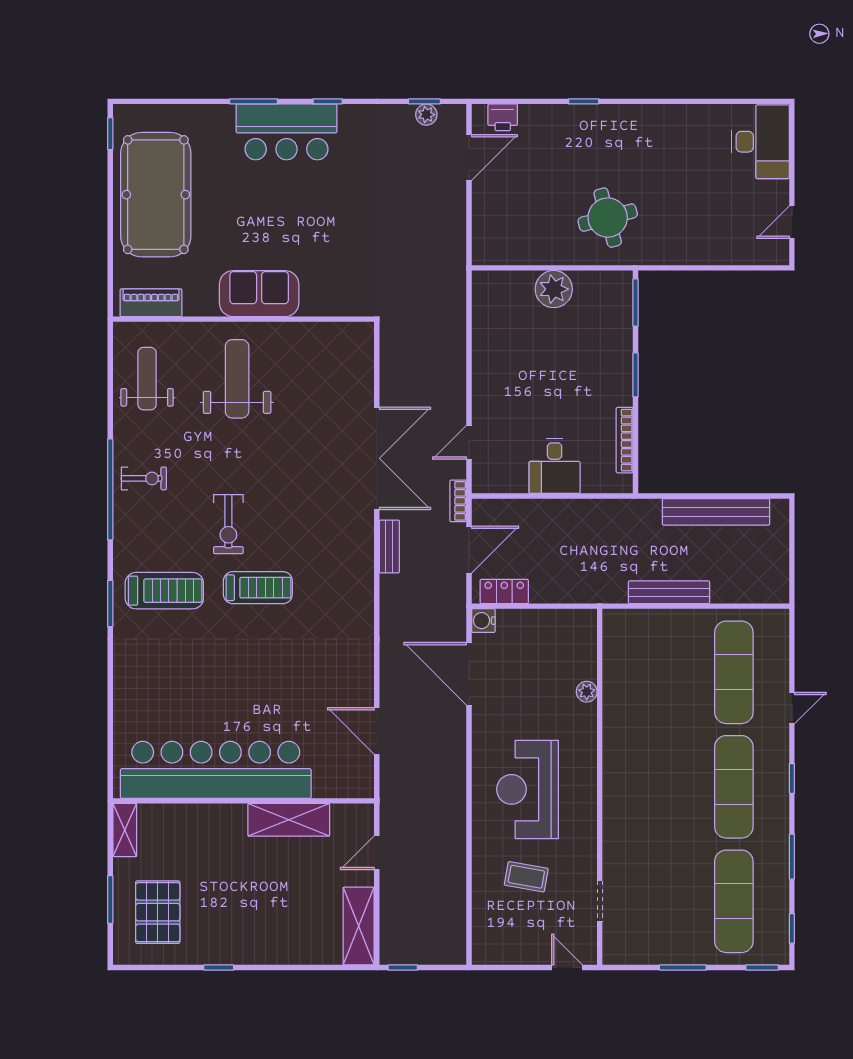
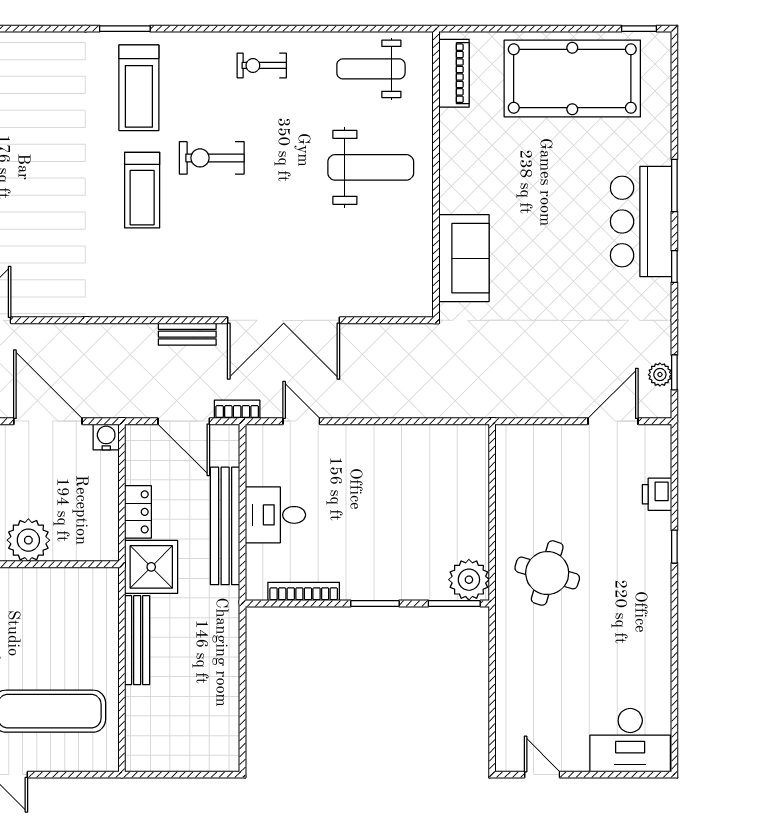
printer: (503, 117) -> (657, 494), moved
door: (469, 157) -> (613, 421), swing flipped
round table: (608, 218) -> (547, 573), turned 32
plant: (554, 289) -> (469, 580), moved
sofa: (259, 294) -> (464, 258), moved
weight bench: (147, 379) -> (371, 69), turned 180
exercise bike: (144, 478) -> (262, 65), turned 90
window: (110, 489) -> (250, 29), removed
bench: (716, 512) -> (225, 526), moved
shower: (602, 579) -> (151, 567), added
locker: (504, 591) -> (138, 512), moved
door: (469, 674) -> (48, 421), hinge flipped
plant: (587, 692) -> (28, 540), width x1.88, depth x1.88

